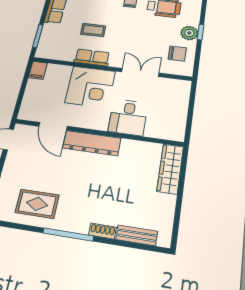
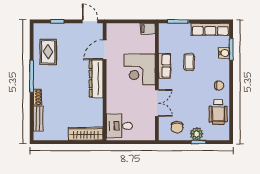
desk: (128, 117) -> (119, 126), moved

